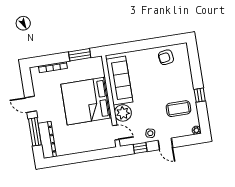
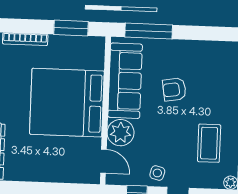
window: (128, 47) -> (149, 31), added
armchair: (166, 57) -> (174, 89), moved
coffee table: (178, 109) -> (209, 143), turned 90

